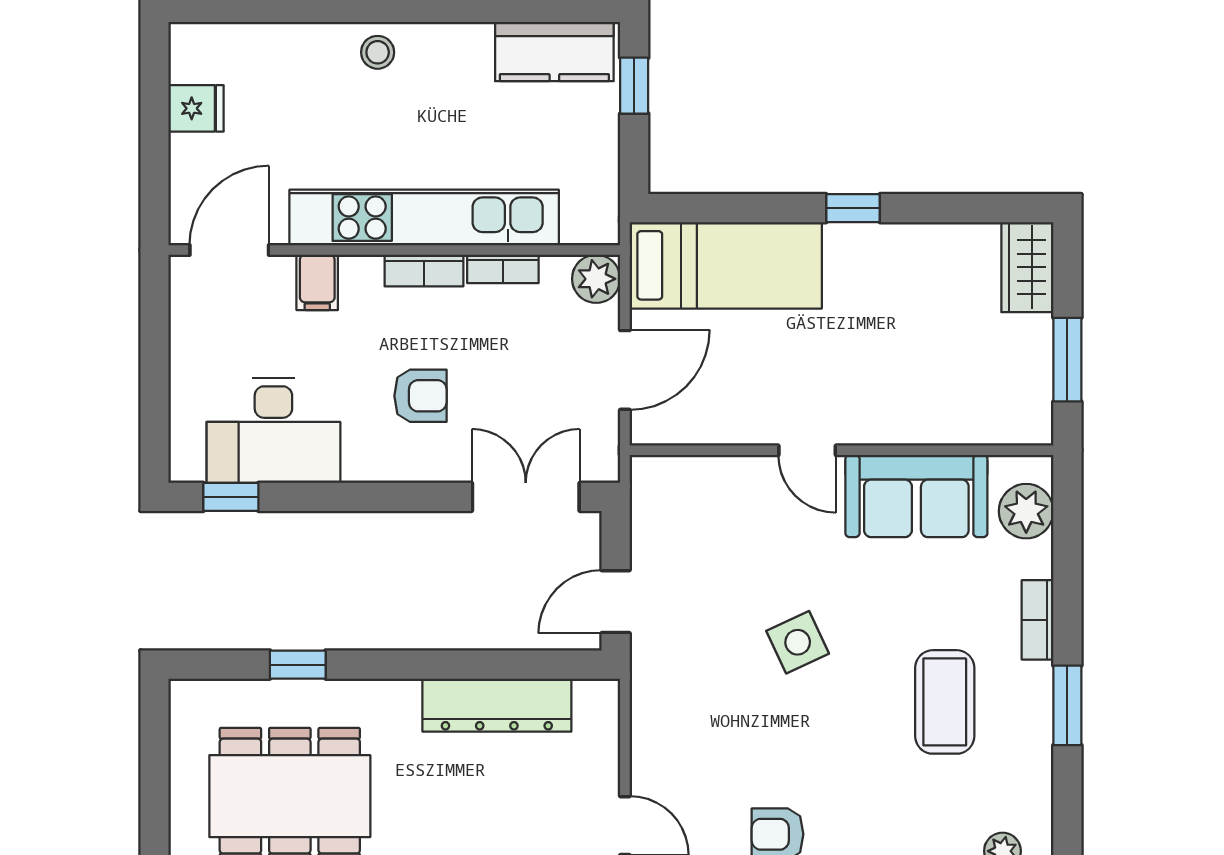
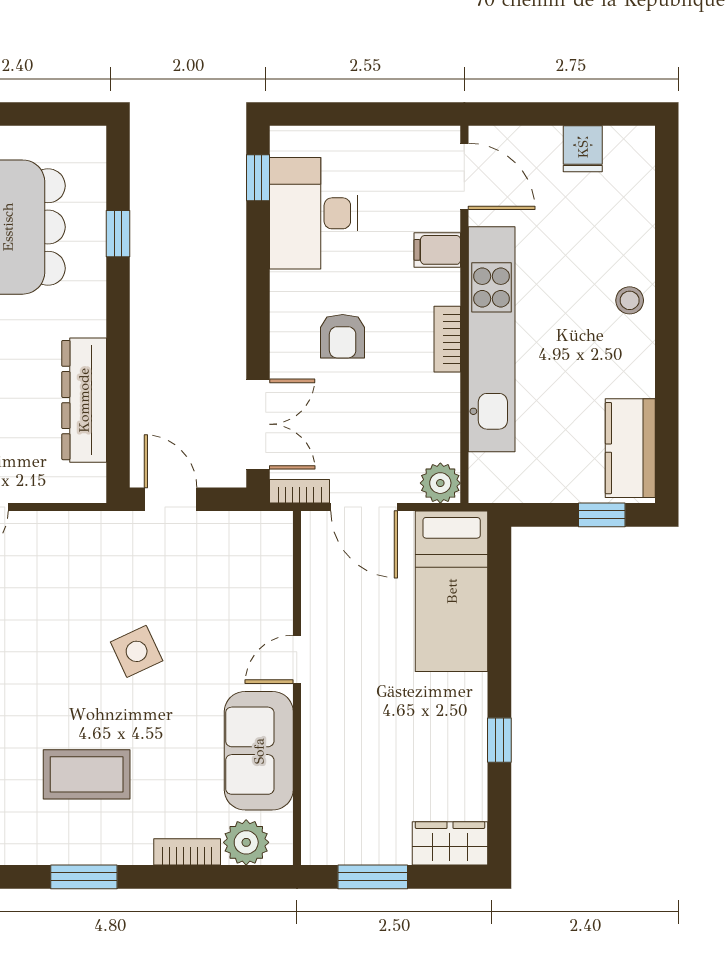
window: (853, 208) -> (499, 740), moved
bookcase: (503, 269) -> (300, 491), moved, turned 90
bookcase: (1038, 620) -> (187, 852), moved

